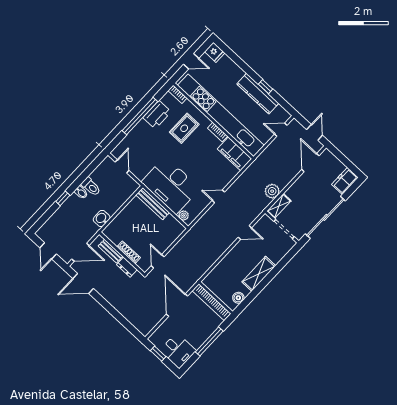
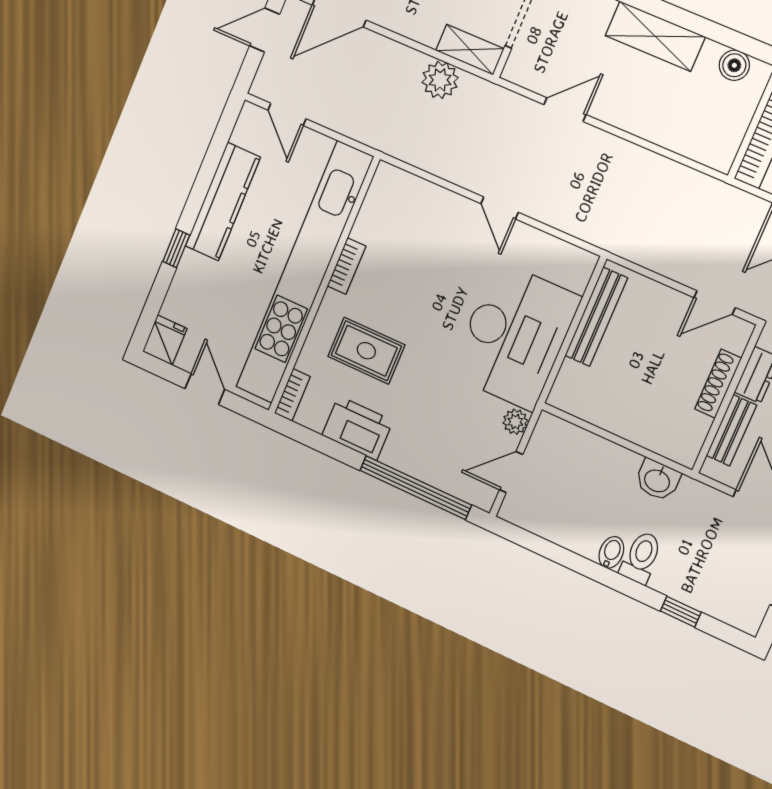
window: (266, 87) -> (176, 248), moved
window: (140, 116) -> (416, 488), moved
filing cabinet: (235, 154) -> (383, 206), removed
toilet: (91, 187) -> (641, 557), moved
window: (63, 198) -> (681, 612), moved
bench: (153, 204) -> (596, 317), moved
plant: (184, 216) -> (515, 422), moved
door: (245, 233) -> (565, 110), hinge flipped

